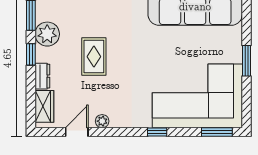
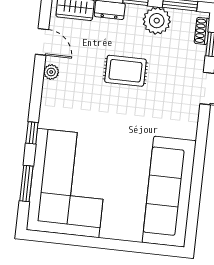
window: (246, 61) -> (101, 243), removed
window: (217, 132) -> (26, 183), moved

